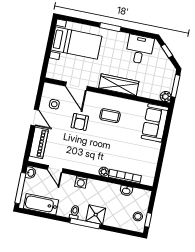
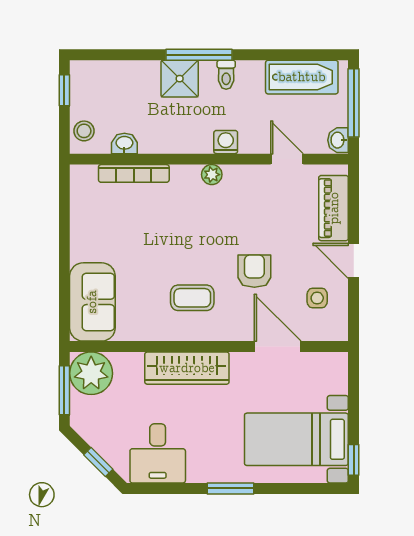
window: (53, 29) -> (354, 460), added
plant: (166, 97) -> (91, 373), width x1.88, depth x1.88
plant: (104, 172) -> (212, 175), moved
stool: (138, 216) -> (84, 131), moved

